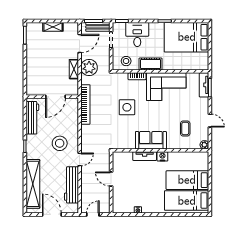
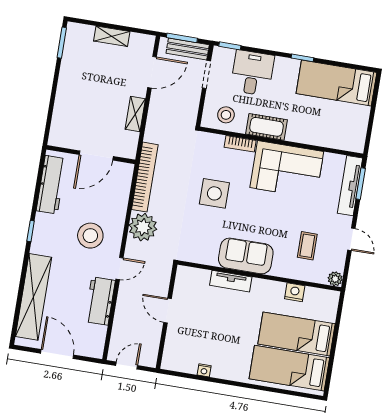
bed: (187, 37) -> (336, 83), width x0.67
plant: (89, 68) -> (143, 227), moved
tv unit: (204, 85) -> (350, 186), width x1.41
nightstand: (162, 156) -> (295, 292), moved
workbench: (71, 185) -> (100, 301), width x0.73

